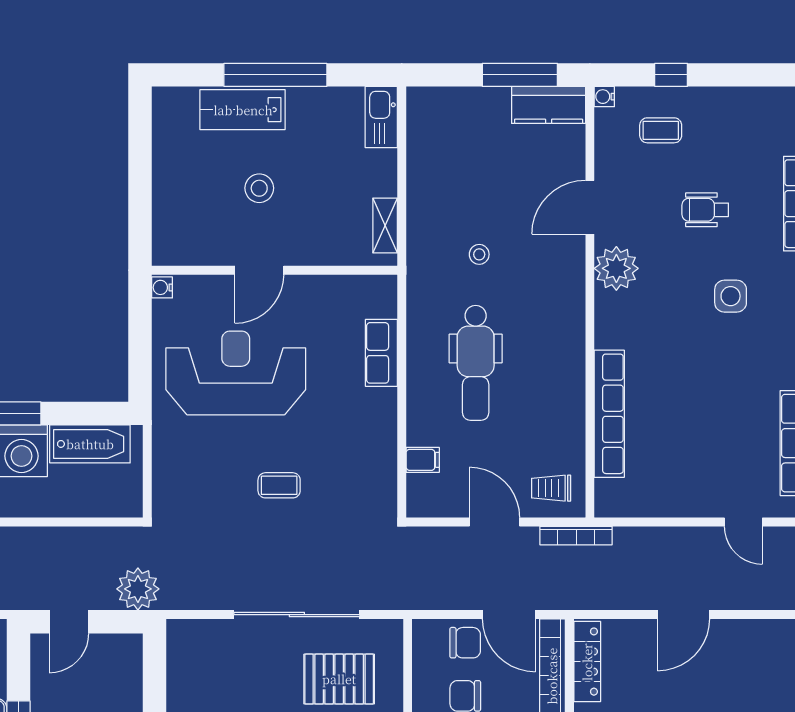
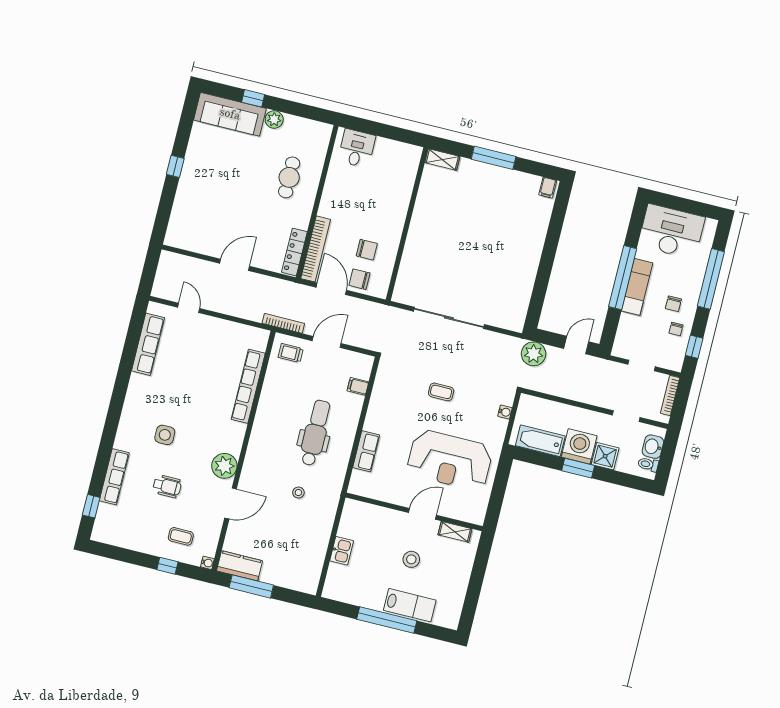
kitchen sink: (381, 117) -> (342, 551), moved, width x0.73
shelving: (385, 226) -> (455, 532), moved, turned 90
water cooler: (162, 287) -> (505, 412), moved
trolley: (551, 488) -> (291, 353), turned 180
door: (494, 522) -> (327, 342), swing flipped
pallet: (339, 679) -> (434, 276), removed

